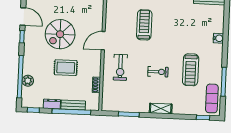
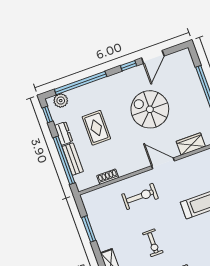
wardrobe: (97, 15) -> (191, 144), added
exercise bike: (120, 67) -> (140, 196), turned 180
rug: (66, 68) -> (96, 128), moved
plant: (28, 81) -> (61, 101), moved

